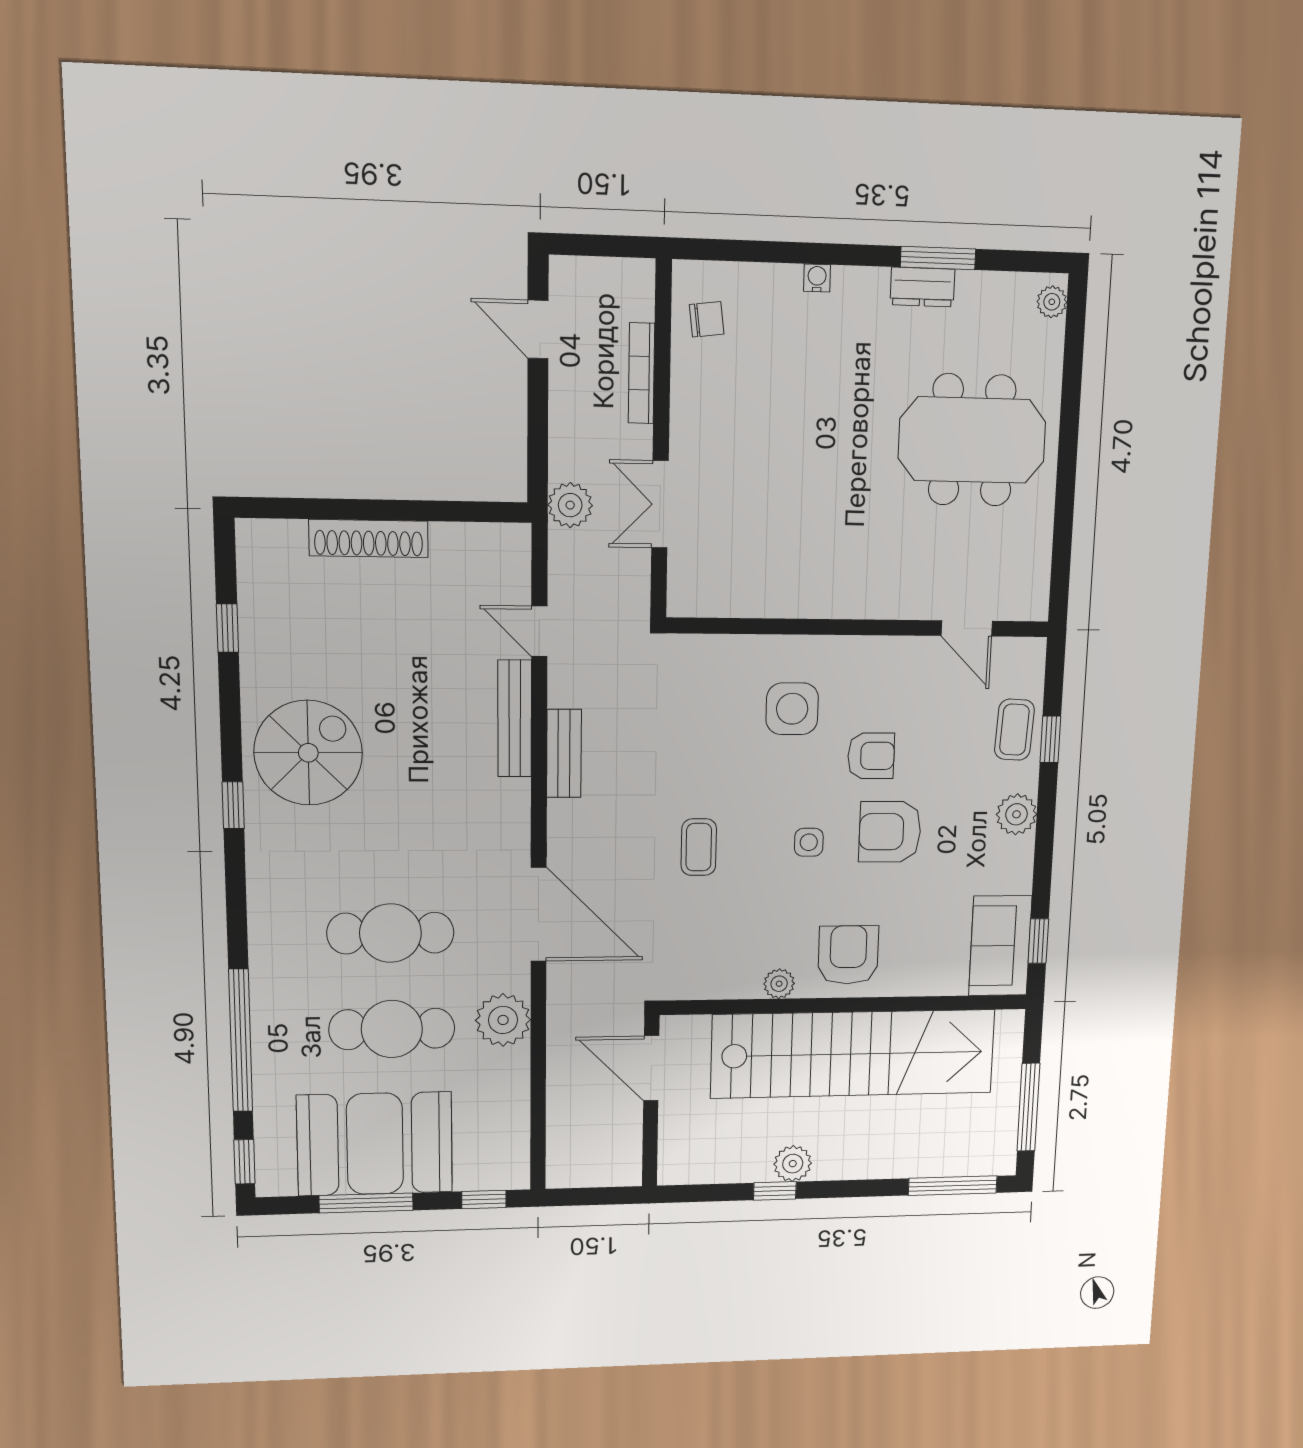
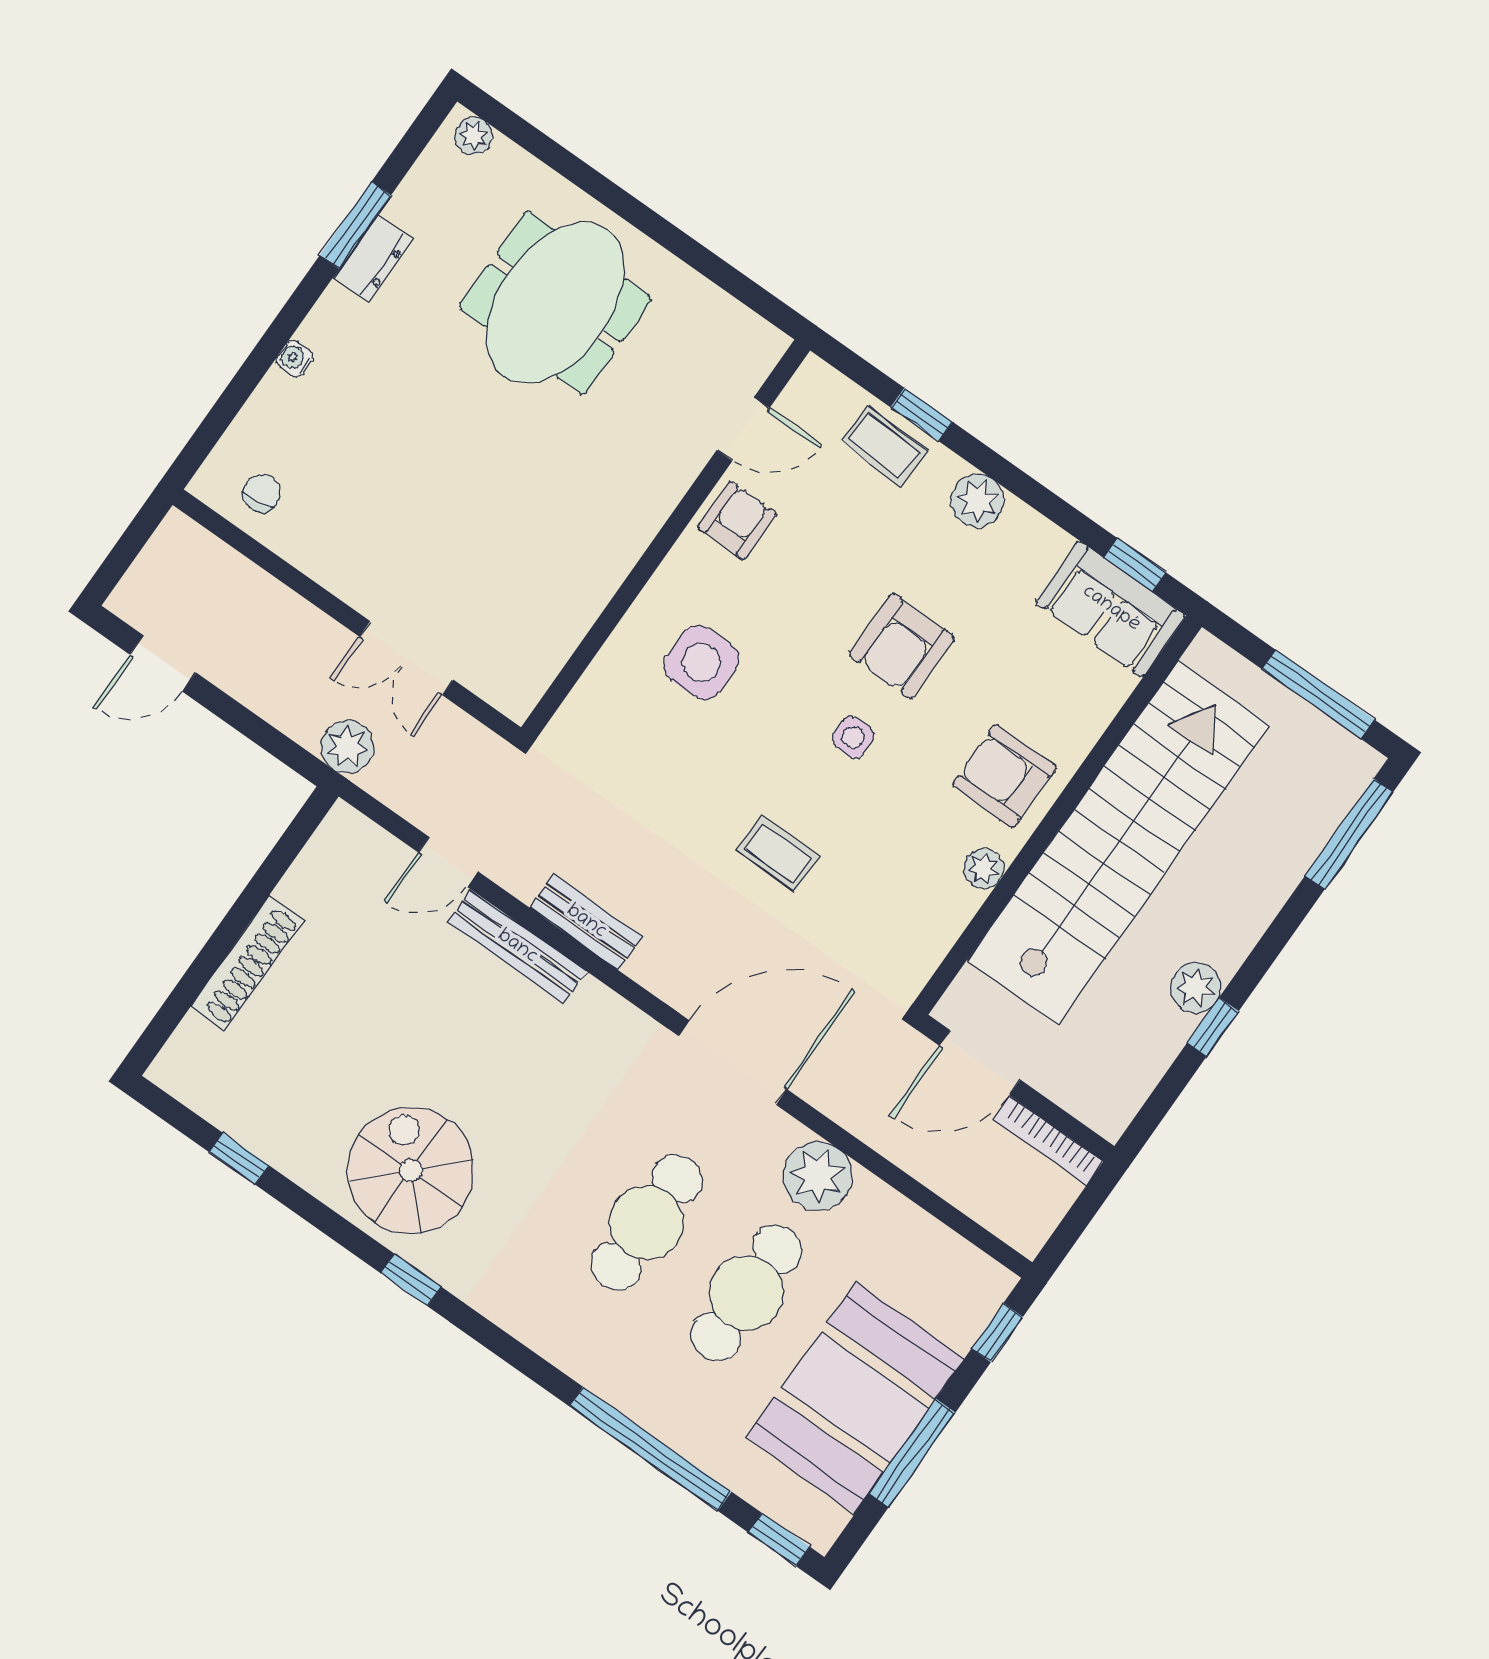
bookcase: (642, 373) -> (1049, 1141), moved
armchair: (871, 756) -> (737, 520), moved

